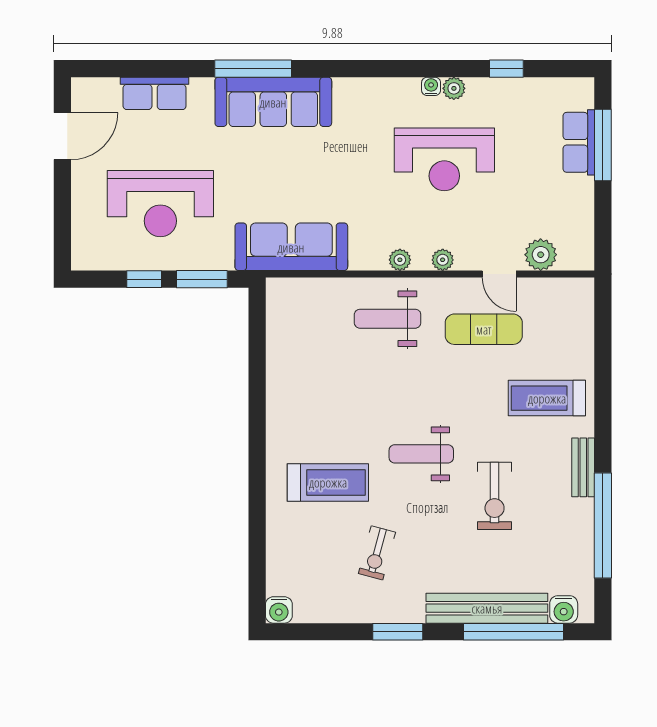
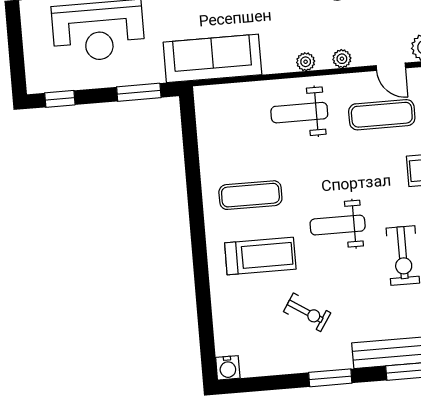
window: (144, 279) -> (60, 99), moved
exercise mat: (322, 410) -> (250, 195), added
exercise bike: (377, 553) -> (307, 312), turned -72

